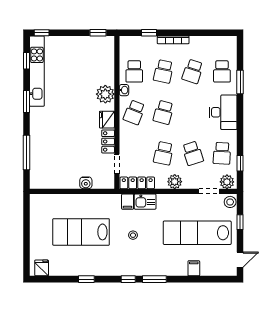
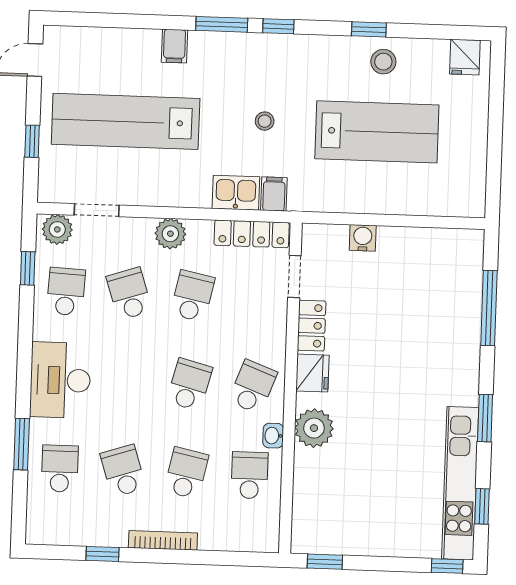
window: (149, 33) -> (102, 554), moved
school desk: (193, 71) -> (123, 471), turned -36
stool: (230, 202) -> (383, 62), moved
lab bench: (197, 233) -> (126, 121), turned 180
filing cabinet: (194, 268) -> (174, 46), moved

